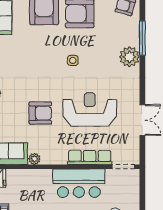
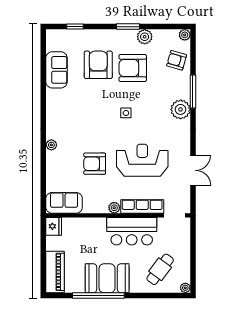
armchair: (40, 113) -> (95, 164), turned 180
plant: (34, 159) -> (114, 208), moved

